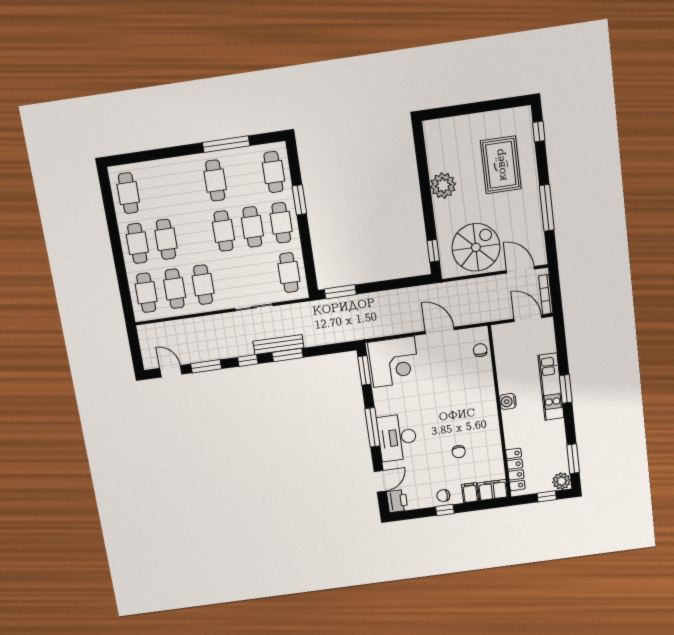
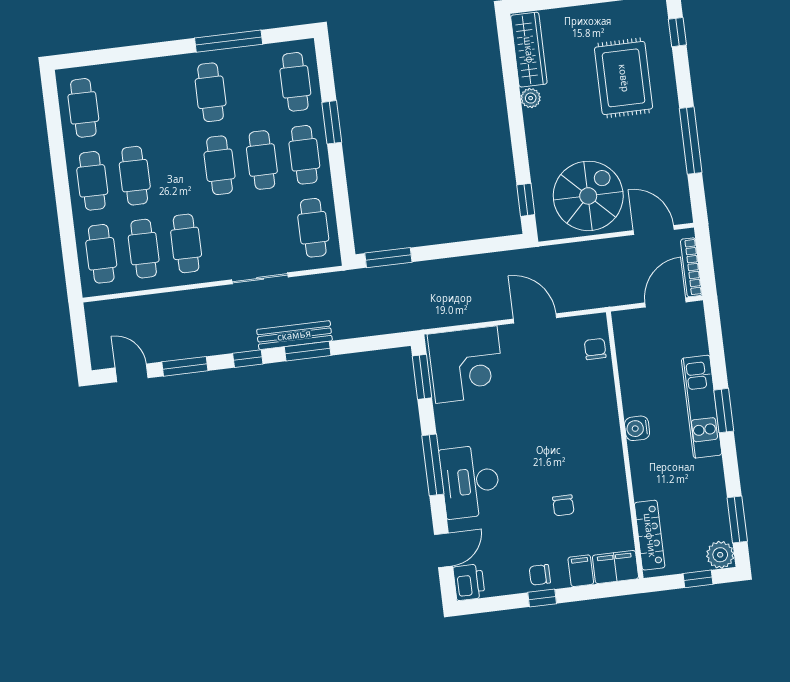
wardrobe: (435, 146) -> (529, 50), added
plant: (443, 185) -> (531, 98), width x0.53, depth x0.53
door: (528, 318) -> (666, 302), hinge flipped

